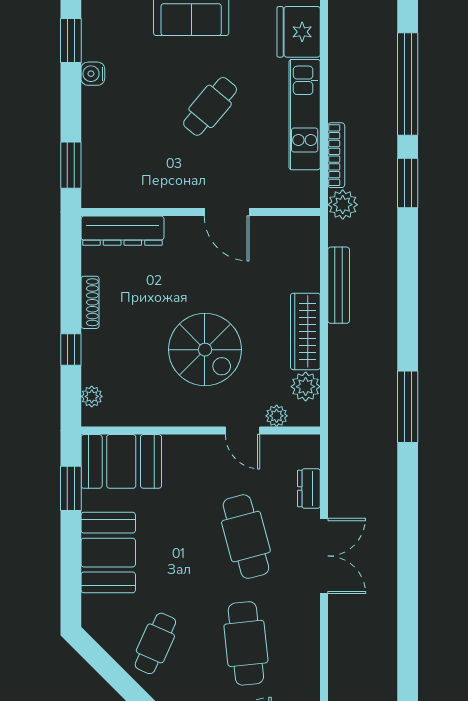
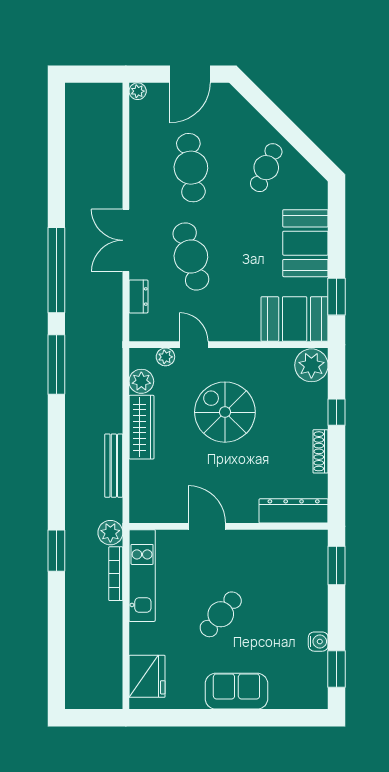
window: (408, 84) -> (56, 270), moved
kitchen unit: (305, 115) -> (142, 576), moved
plant: (92, 396) -> (311, 365), width x1.87, depth x1.87

